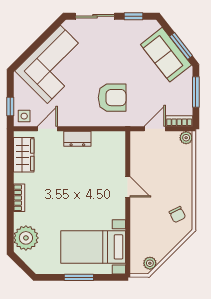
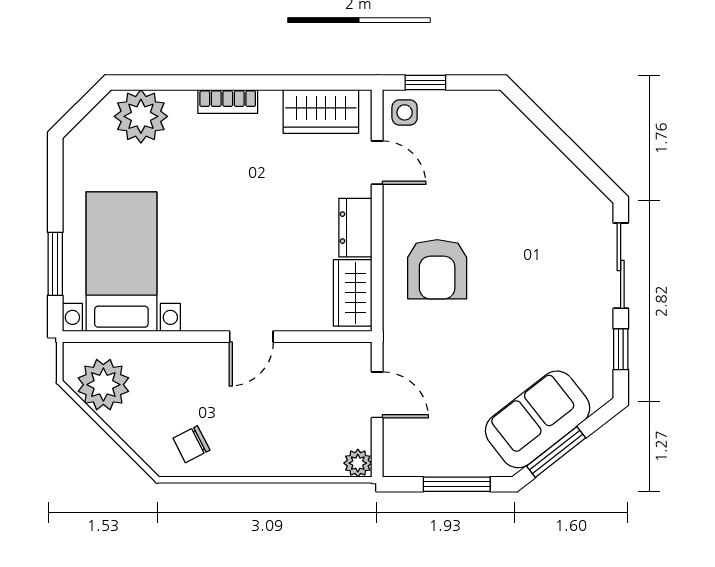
corner sofa: (54, 64) -> (517, 177), removed
armchair: (112, 98) -> (437, 269), moved
bookcase: (179, 121) -> (394, 448), removed
wardrobe: (108, 140) -> (353, 293), added
plant: (150, 263) -> (103, 385), width x1.88, depth x1.88
window: (79, 277) -> (55, 264), moved

